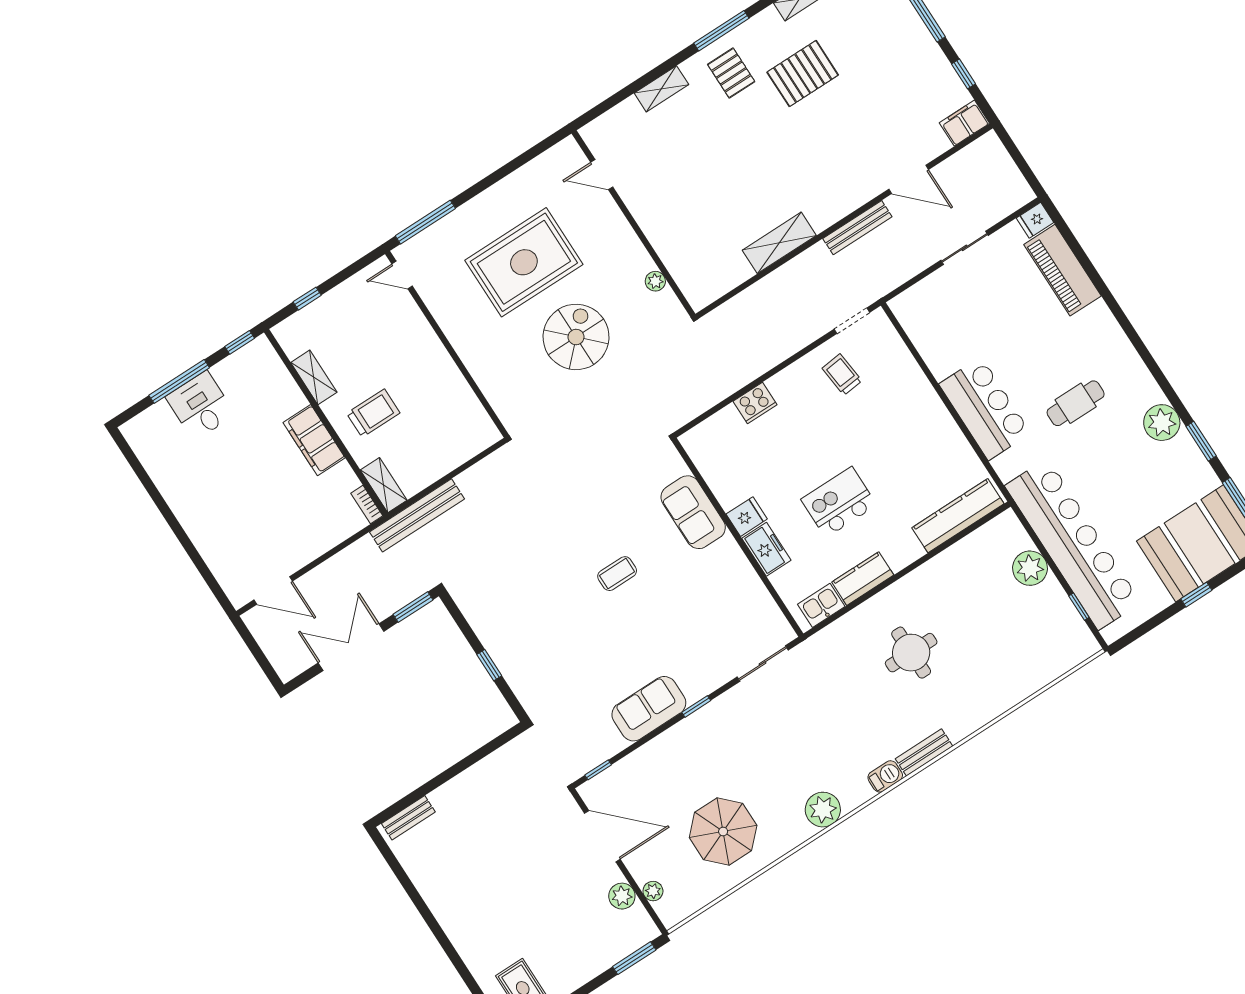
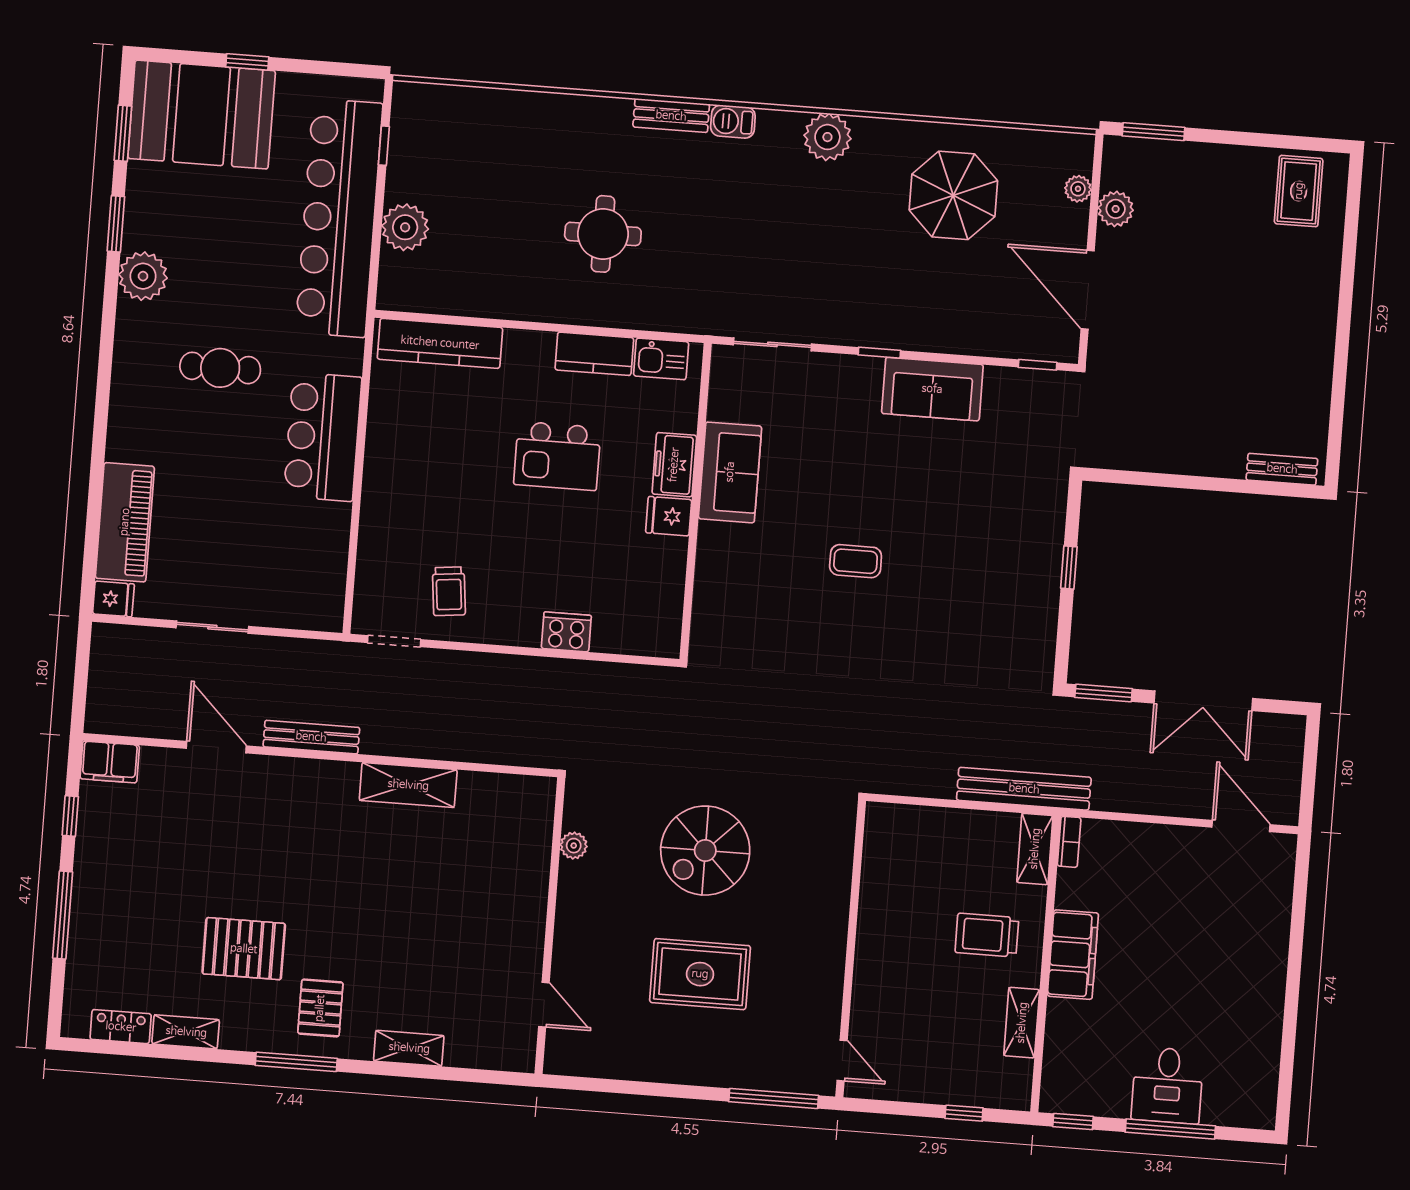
rug: (524, 262) -> (700, 974), width x0.73, depth x0.69
sofa: (693, 512) -> (730, 472), moved

